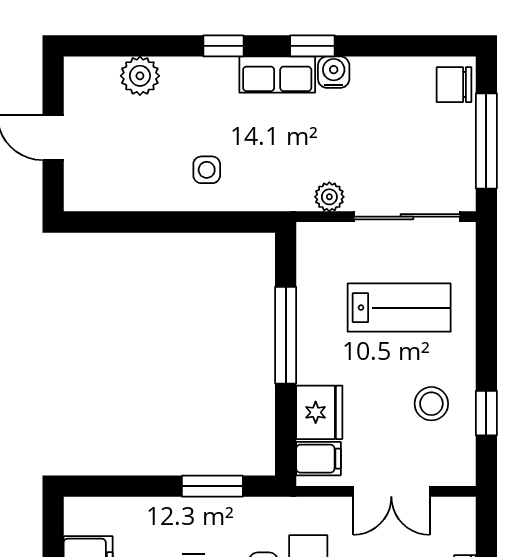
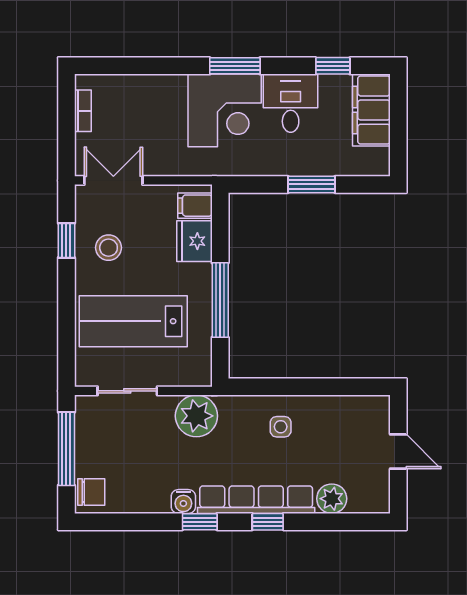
row of seats: (277, 75) -> (256, 500), width x2.02
plant: (329, 197) -> (196, 416), width x1.88, depth x1.88
sliding door: (407, 217) -> (127, 391), width x0.73
lab bench: (399, 308) -> (133, 321), width x1.36, depth x1.39
window: (212, 486) -> (311, 184), moved
double door: (391, 491) -> (113, 180), moved

